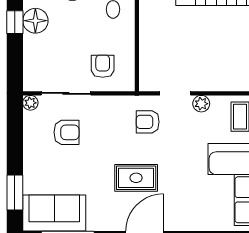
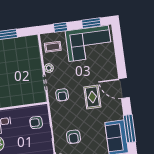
armchair: (66, 132) -> (73, 137), turned 180

